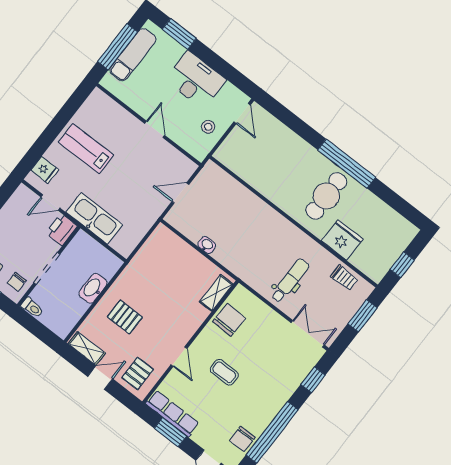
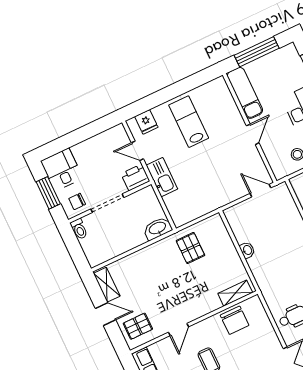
exam couch: (133, 55) -> (245, 93), moved, turned -90
door: (180, 193) -> (260, 191), moved
kitchen sink: (94, 218) -> (162, 177), width x0.73, depth x0.81
washbasin: (93, 288) -> (158, 228), moved
pallet: (125, 317) -> (190, 248), moved
chair: (229, 320) -> (235, 320), turned 88

